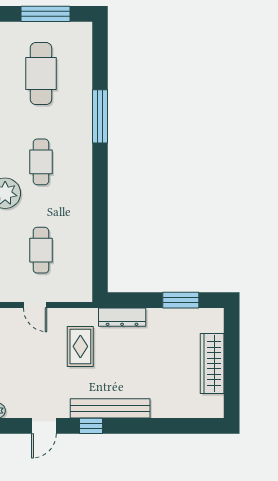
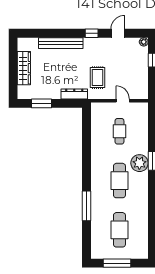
cafe table: (41, 162) -> (119, 181), width x1.37, depth x1.35
bench: (110, 408) -> (61, 43), moved

